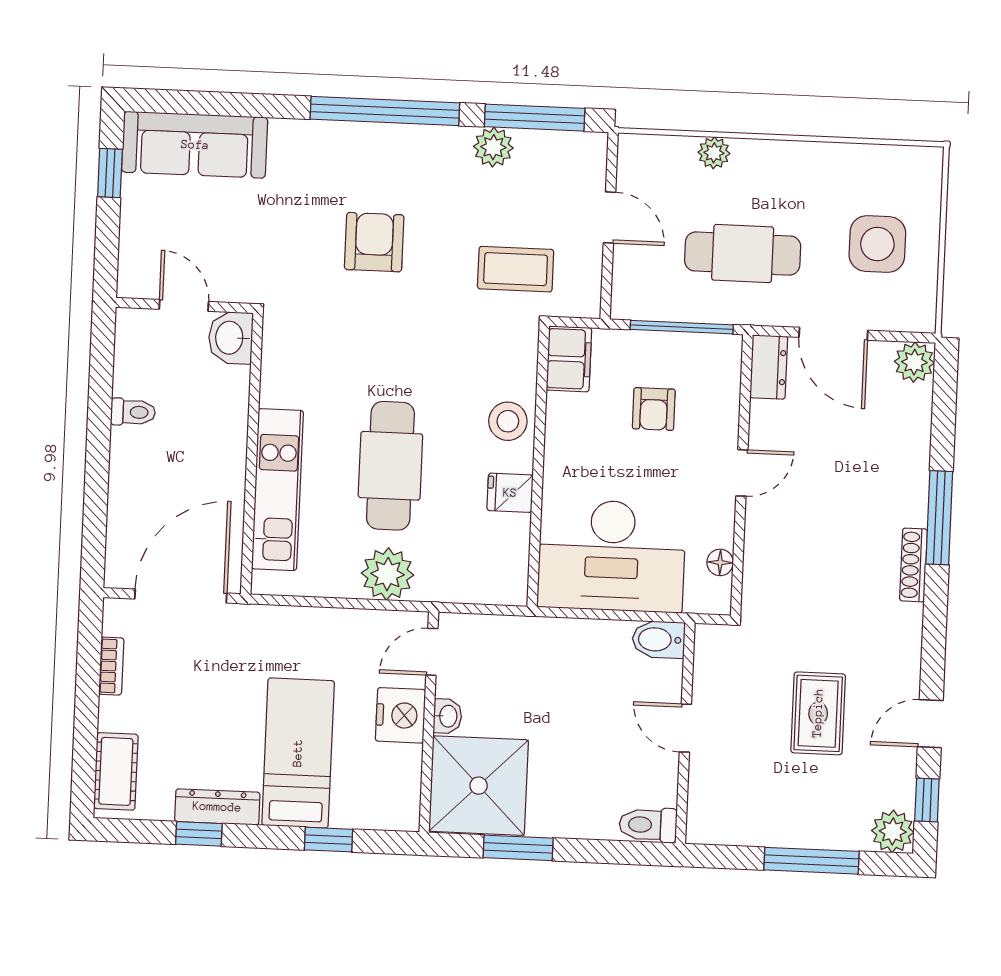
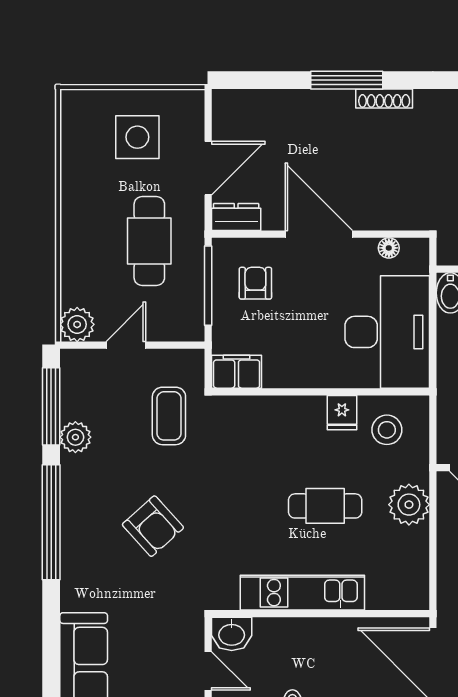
plant: (714, 153) -> (77, 324), moved, width x1.38, depth x1.38
armchair: (374, 242) -> (153, 526), turned -132
door: (184, 305) -> (208, 671), swing flipped
plant: (914, 362) -> (227, 105), removed
armchair: (654, 409) -> (255, 283), moved, turned -90
stool: (508, 421) -> (387, 430), moved
cafe table: (390, 466) -> (325, 506), width x0.73, depth x0.74
door: (742, 473) -> (319, 234), width x1.88
kitchen unit: (277, 490) -> (302, 593), moved

